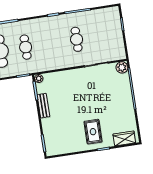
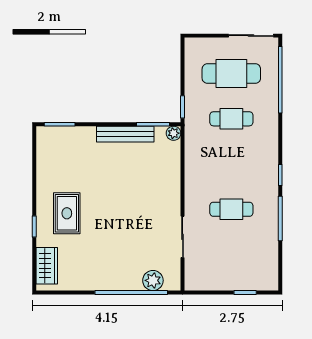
plant: (122, 67) -> (153, 280), moved
bench: (43, 106) -> (125, 134), width x1.36
rug: (93, 132) -> (67, 213), turned 90

